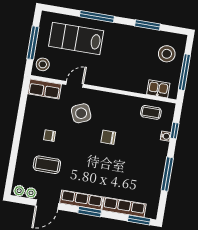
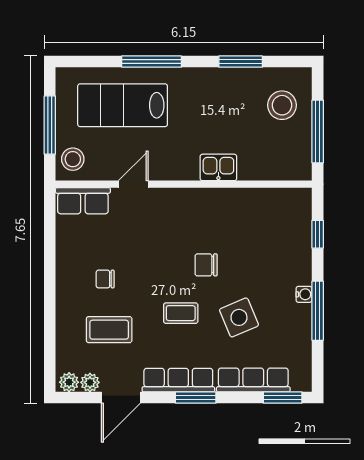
kitchen sink: (158, 89) -> (218, 167), moved
coffee table: (151, 112) -> (181, 313), moved
side table: (81, 113) -> (239, 317), moved
water cooler: (166, 136) -> (304, 294), moved

